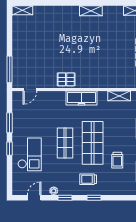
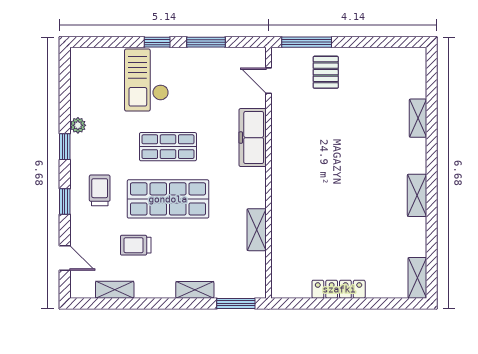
shelving: (22, 10) -> (418, 118), moved
pallet: (66, 79) -> (326, 72), moved
shelving: (119, 96) -> (257, 230), moved
freezer: (82, 98) -> (253, 138), moved
checkout: (30, 154) -> (147, 80), turned 90
door: (34, 198) -> (65, 258), moved

